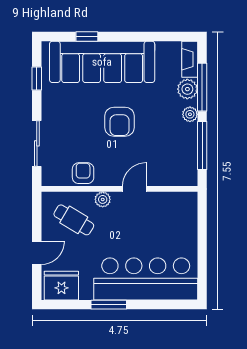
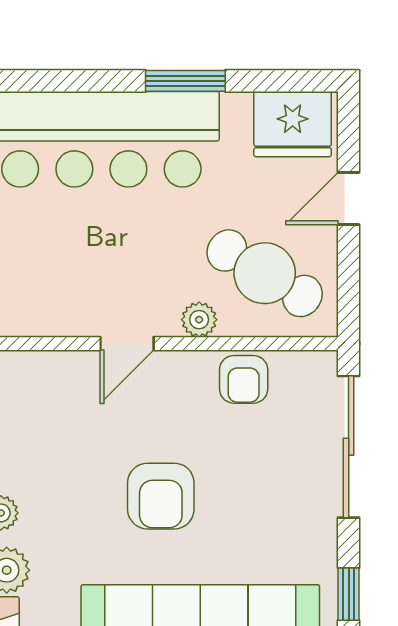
armchair: (120, 122) -> (161, 496), turned 180
sliding door: (37, 143) -> (349, 447), width x1.37
cafe table: (74, 220) -> (265, 273), width x1.37, depth x1.35

